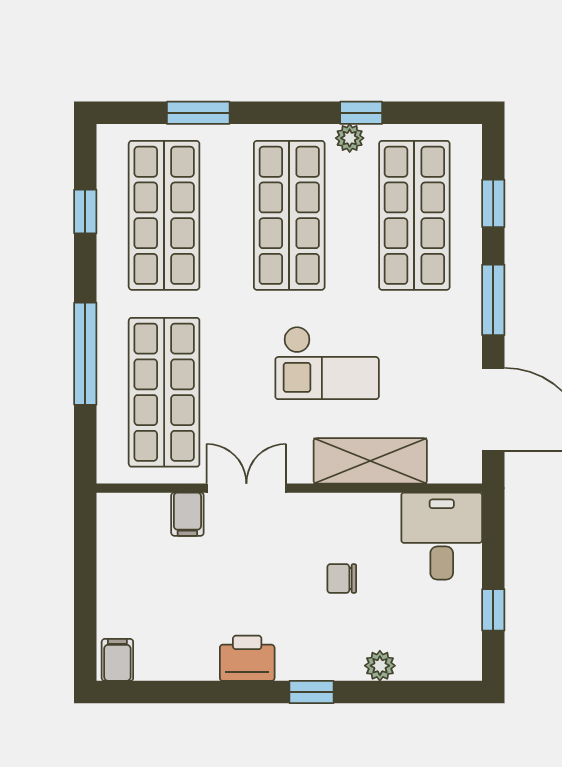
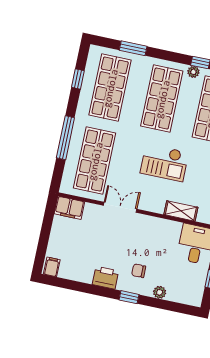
shelving: (370, 461) -> (181, 211), width x0.67, depth x0.75
filing cabinet: (187, 514) -> (69, 208), moved, width x2.00
chair: (342, 579) -> (139, 271), moved

